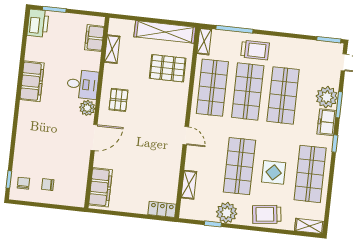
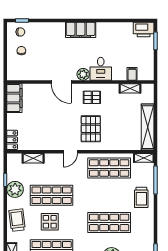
filing cabinet: (94, 38) -> (132, 74), width x0.50
pallet: (168, 68) -> (91, 129), moved
filing cabinet: (32, 81) -> (81, 30), moved
shop shelf: (248, 92) -> (109, 195), removed
filing cabinet: (100, 187) -> (14, 98), moved, turned -90

